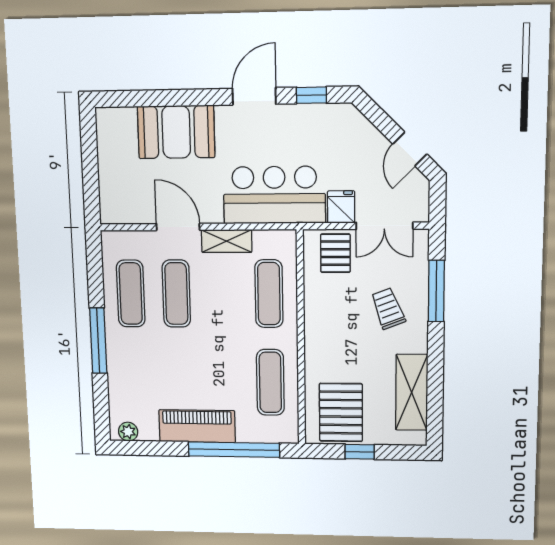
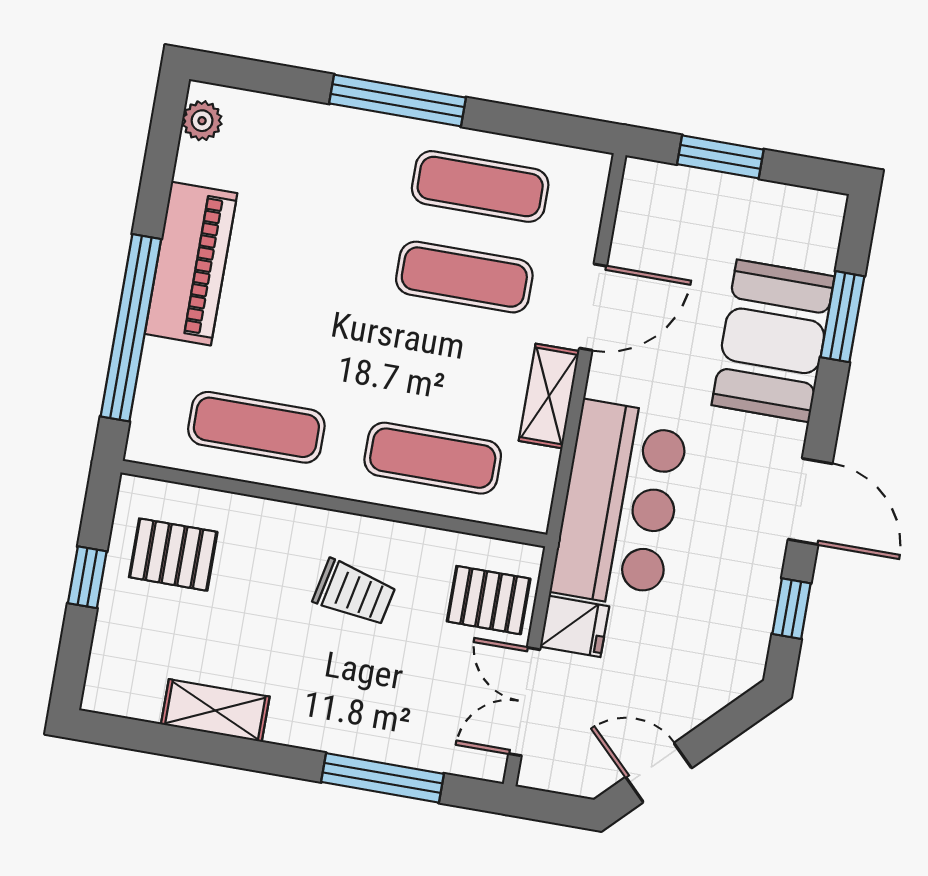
window: (157, 98) -> (842, 317), added
window: (91, 177) -> (720, 157), added
trolley: (388, 309) -> (354, 593), moved, turned 33
shelving: (412, 392) -> (215, 711), width x0.67, depth x0.75
pallet: (341, 412) -> (173, 555), width x0.67, depth x0.71

